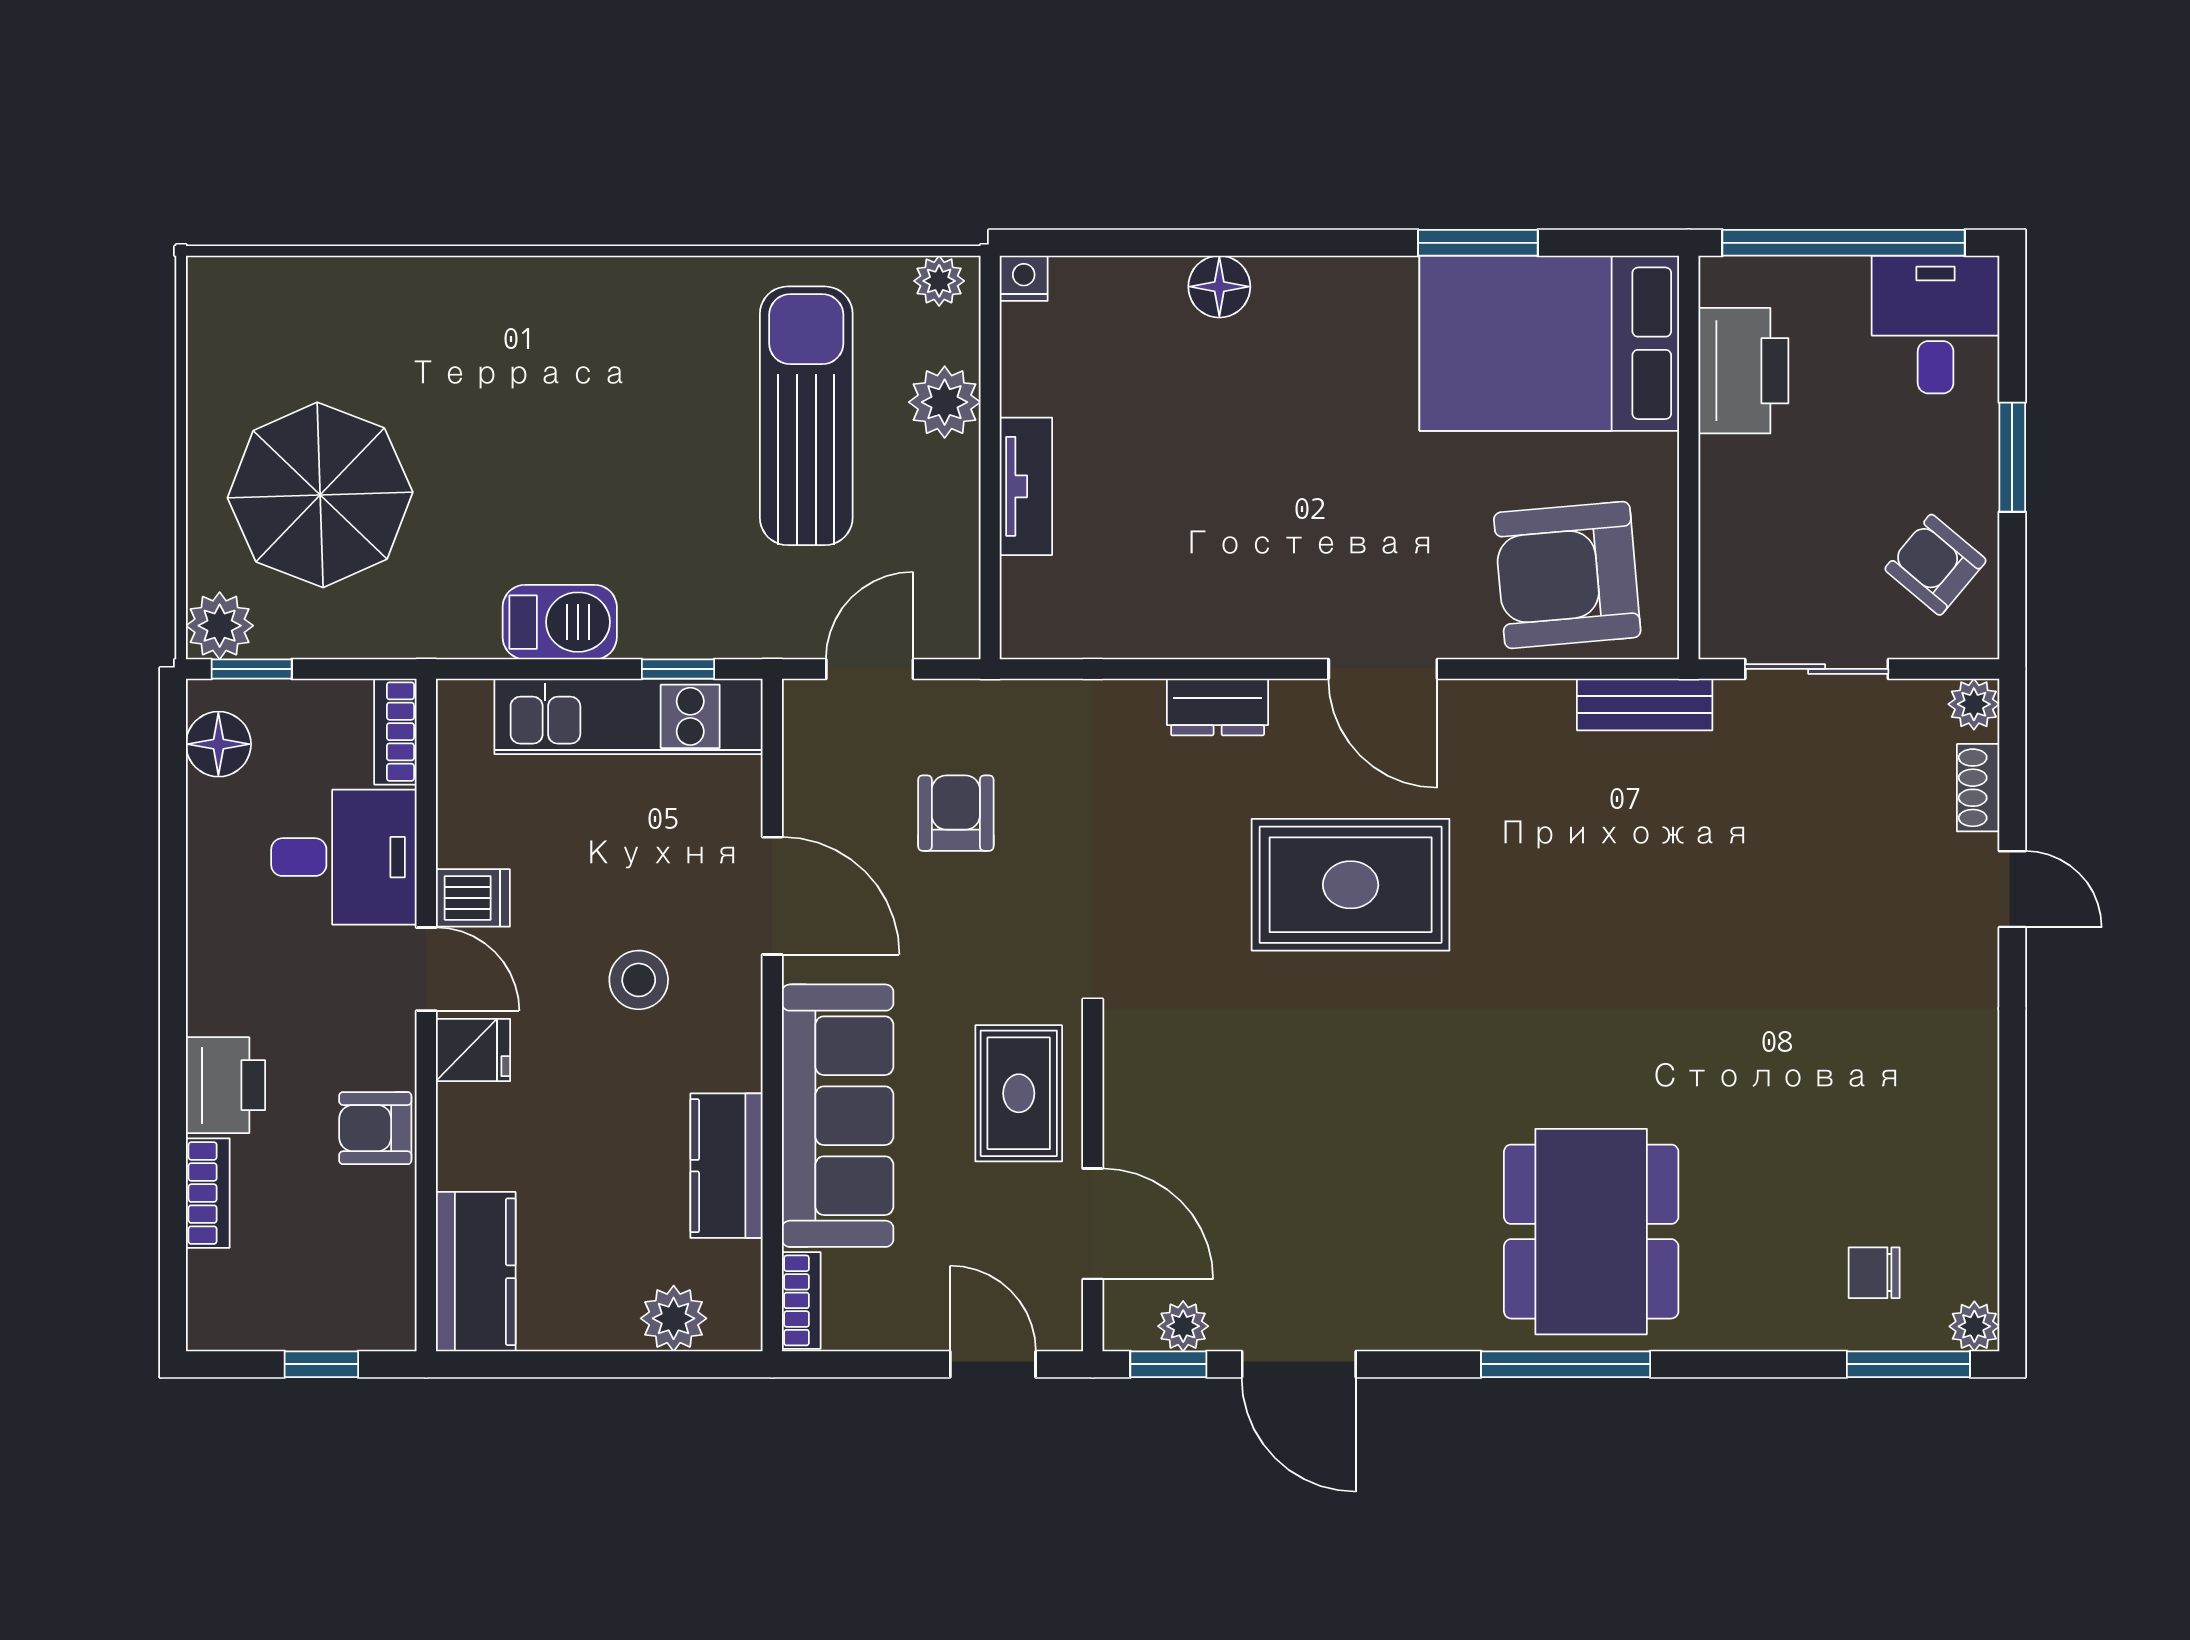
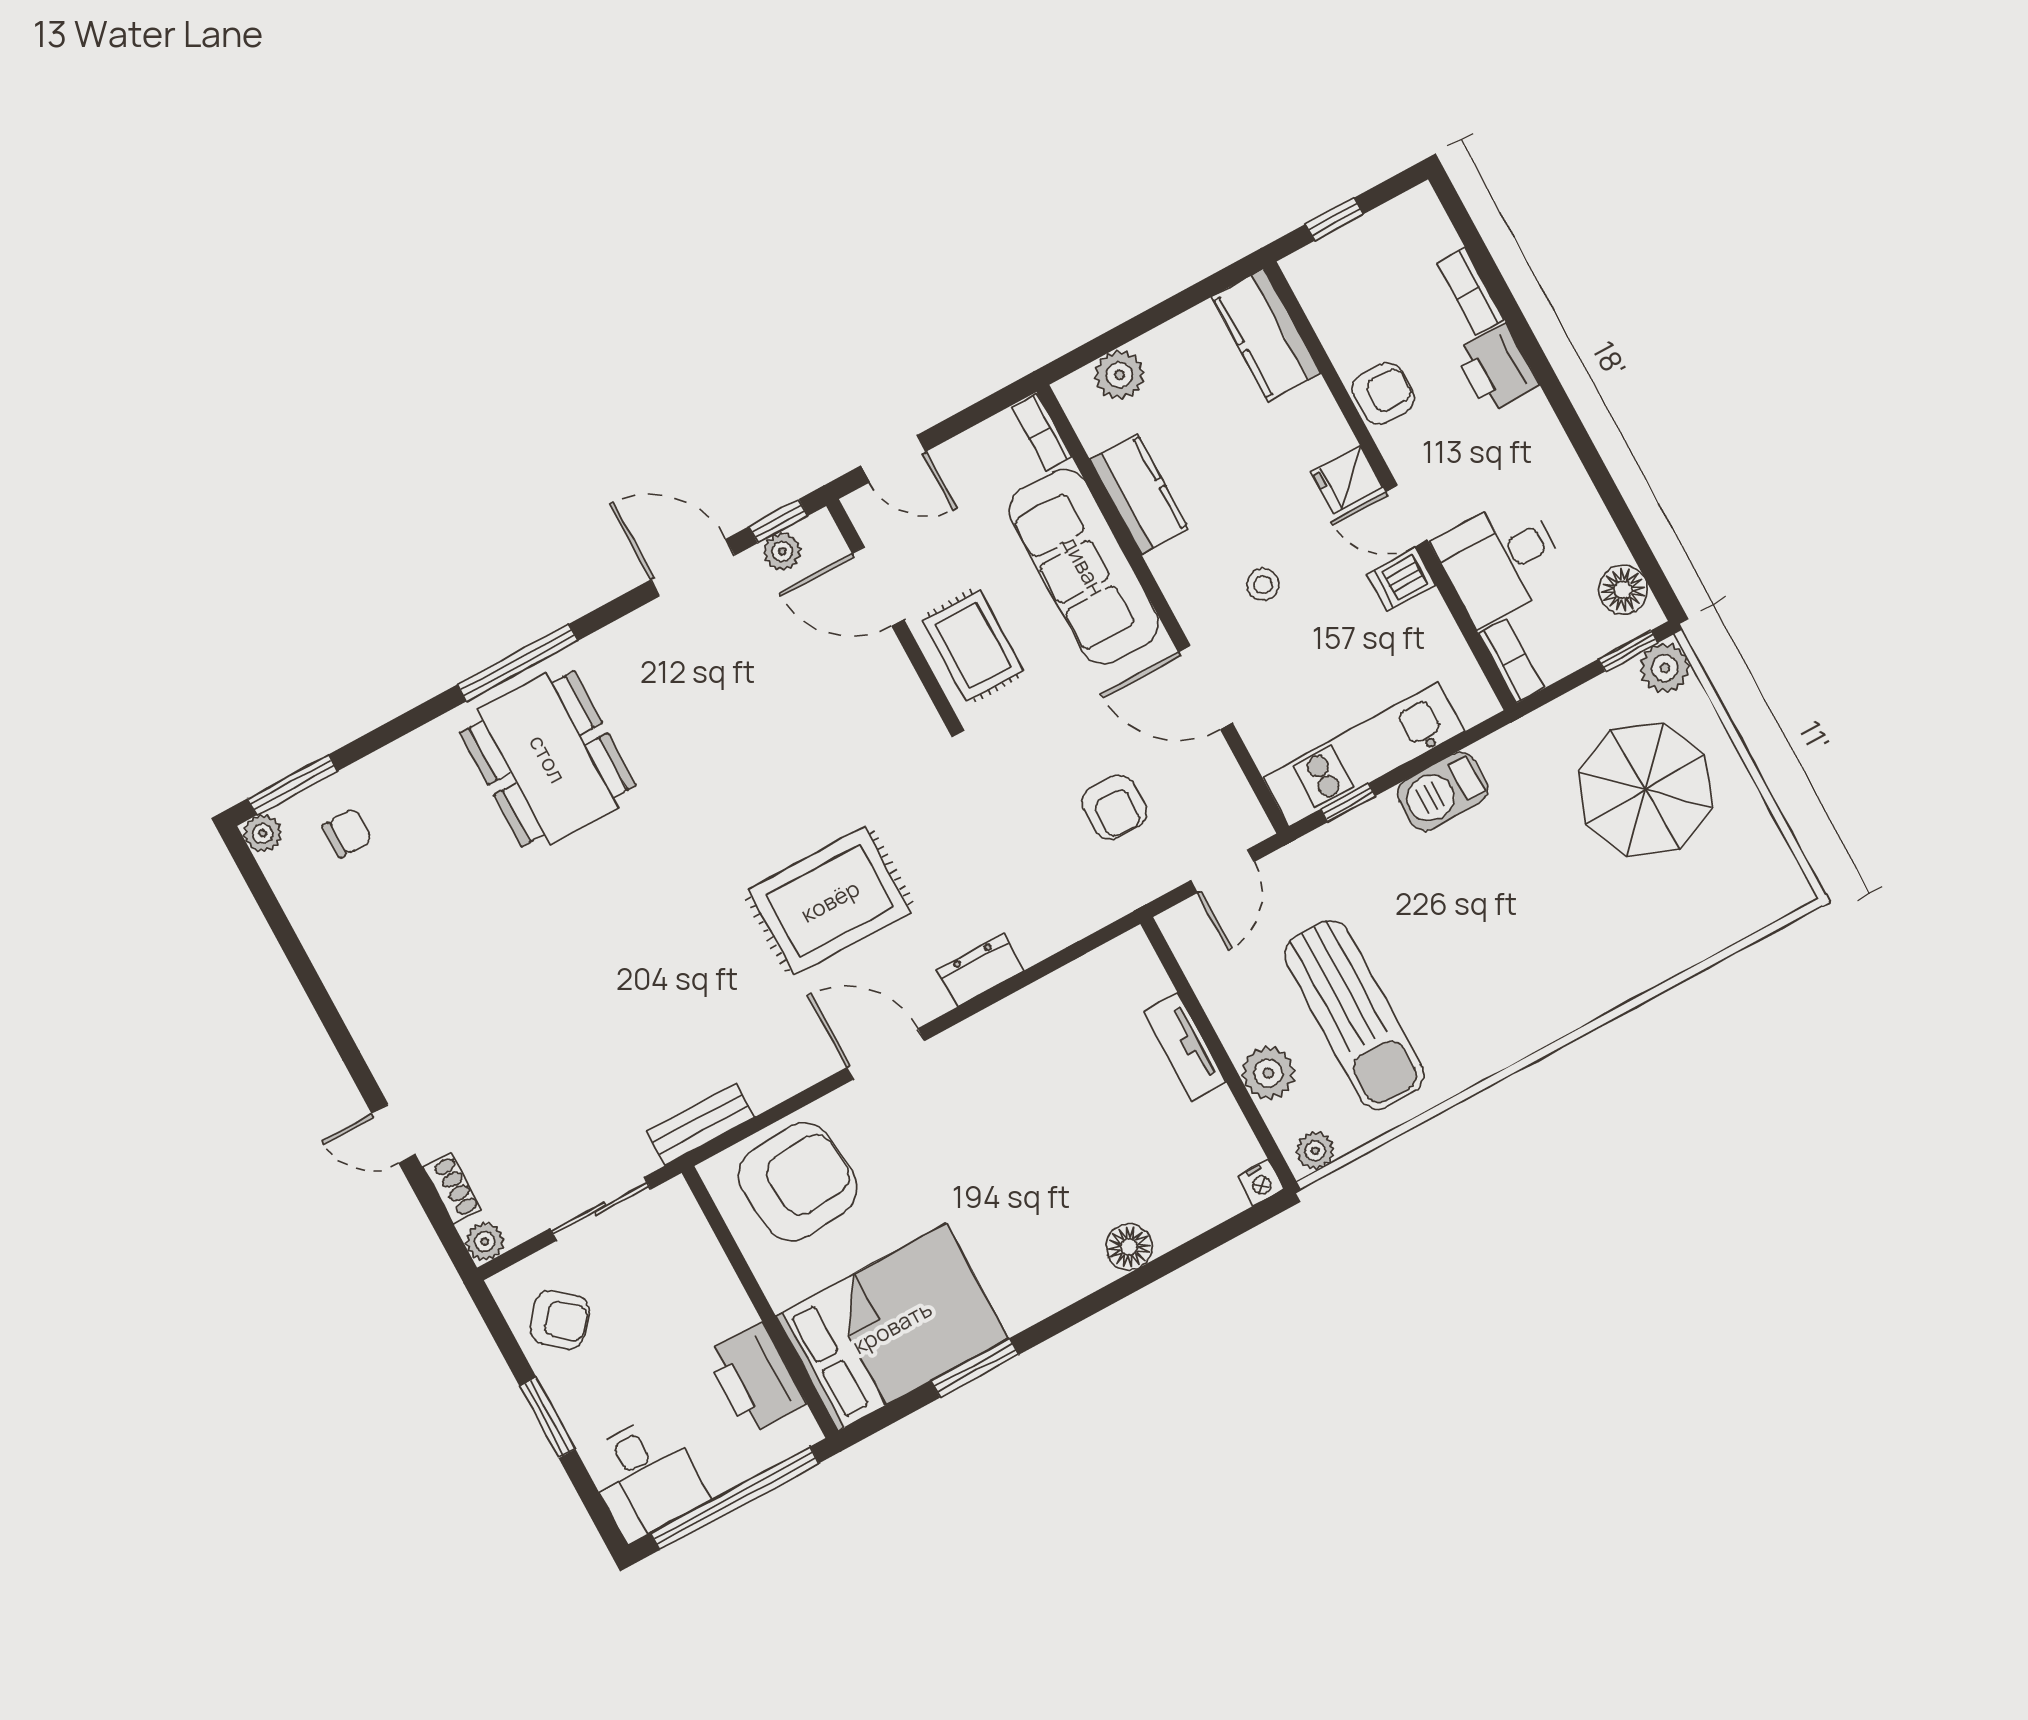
stool: (639, 980) -> (1263, 585), width x0.73, depth x0.73

